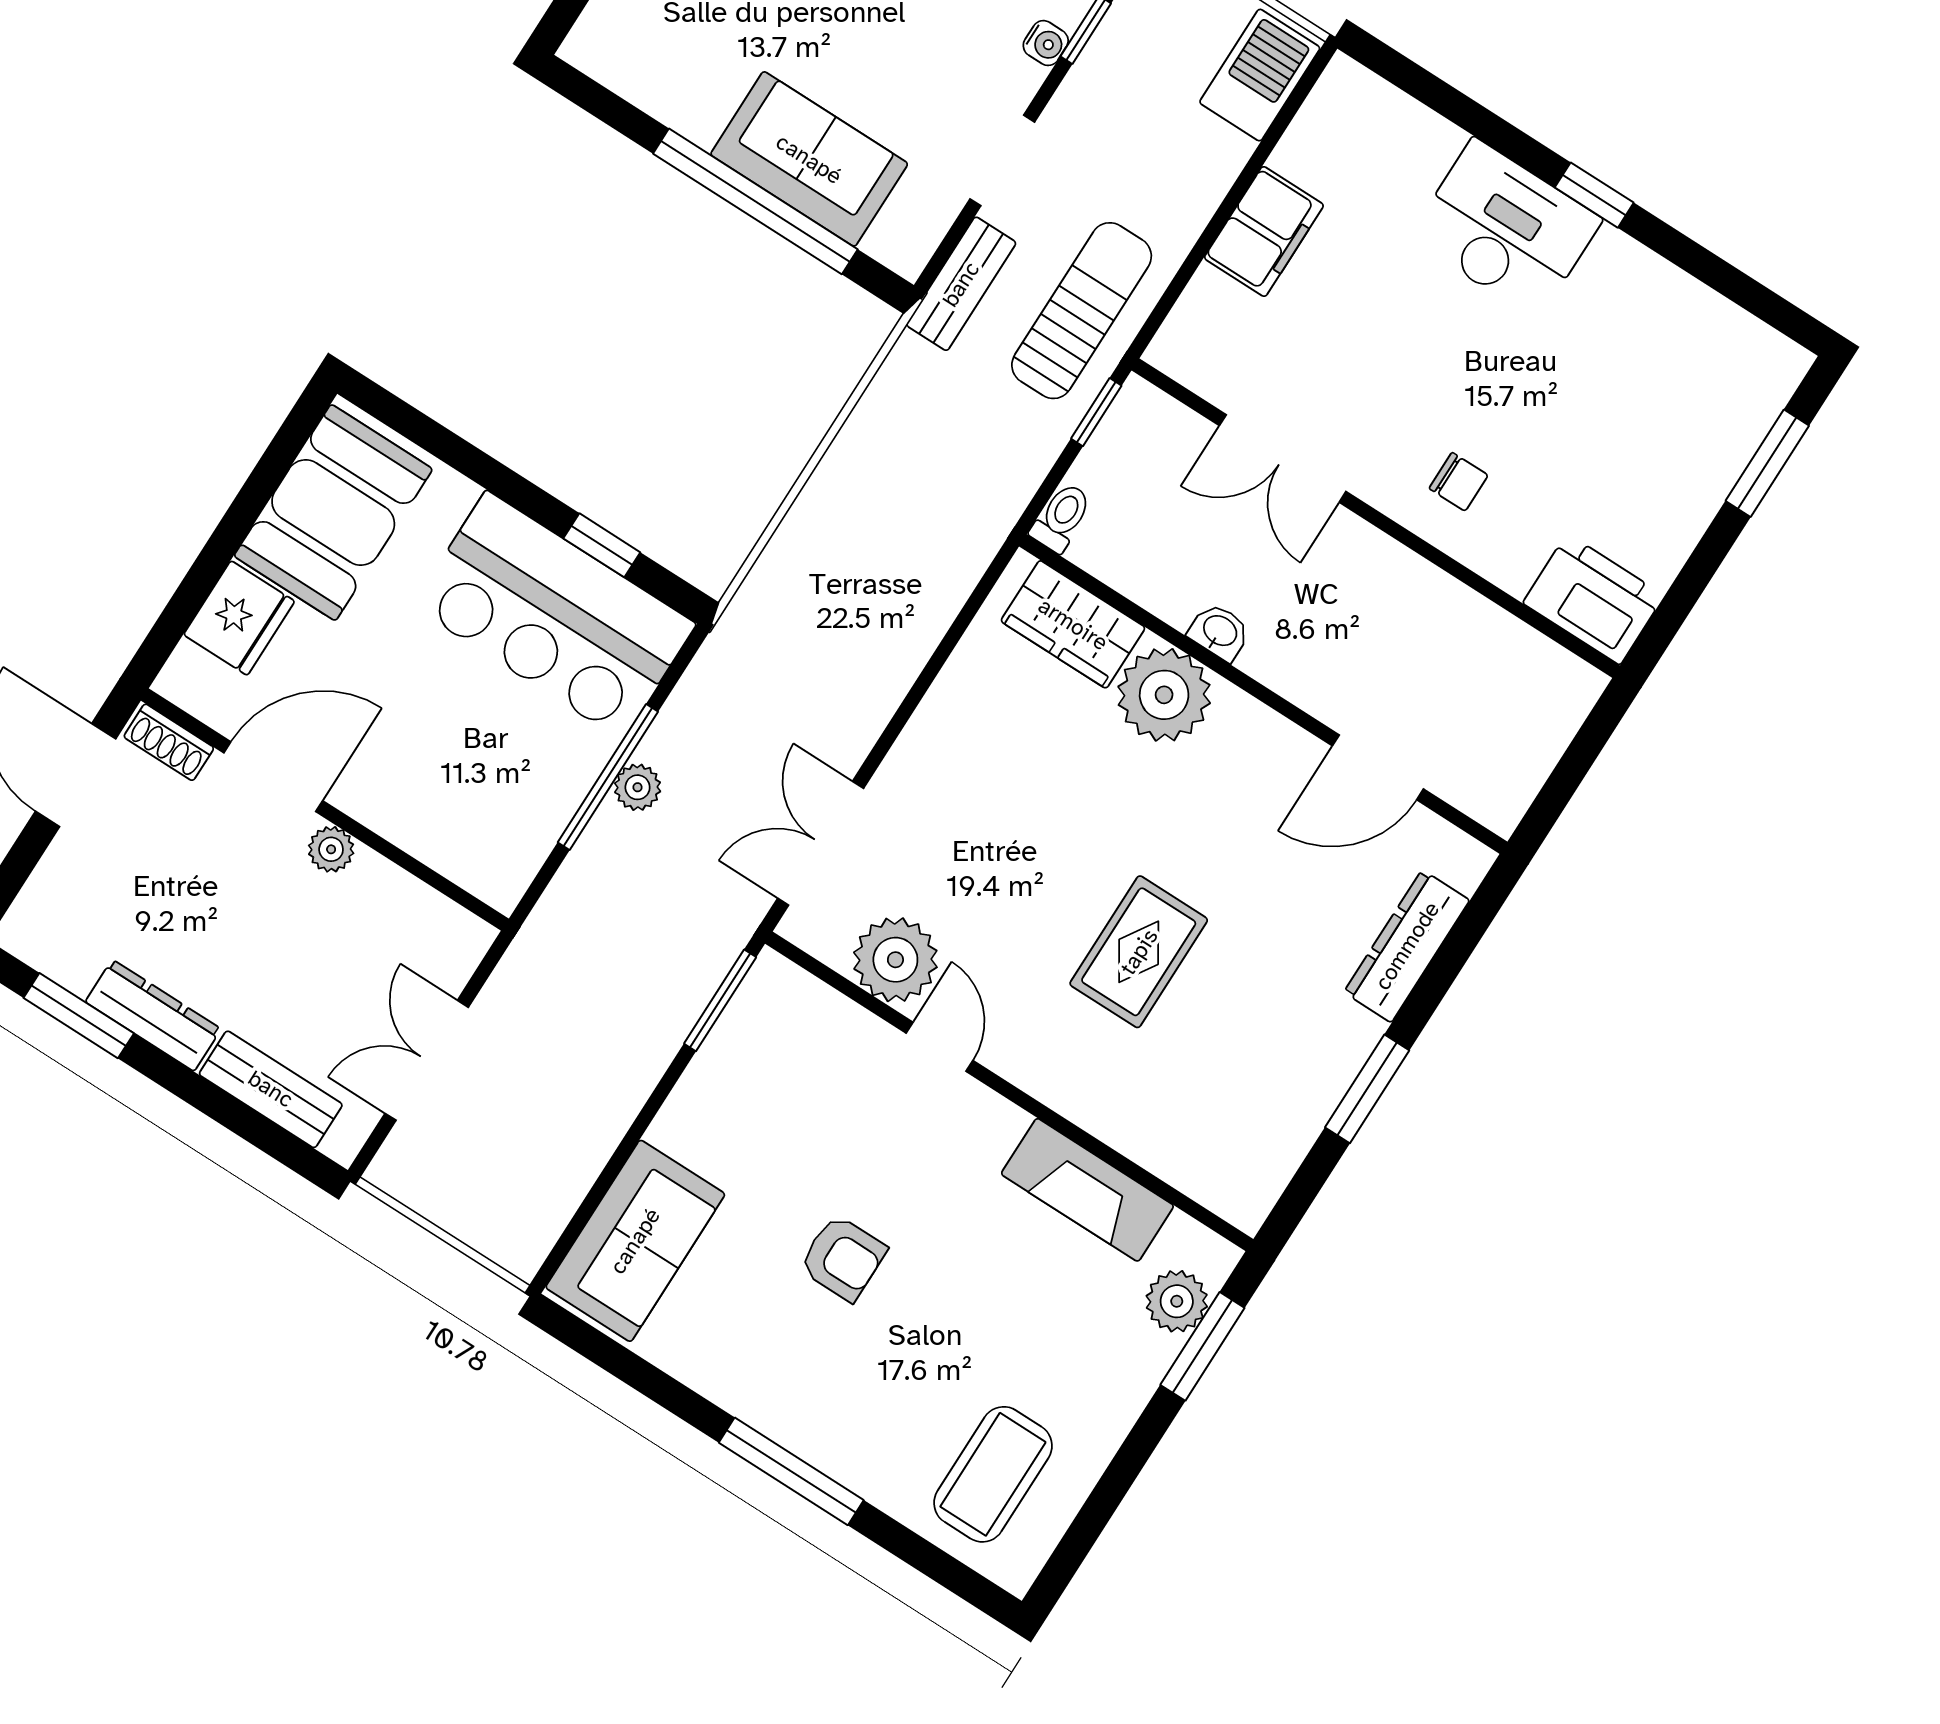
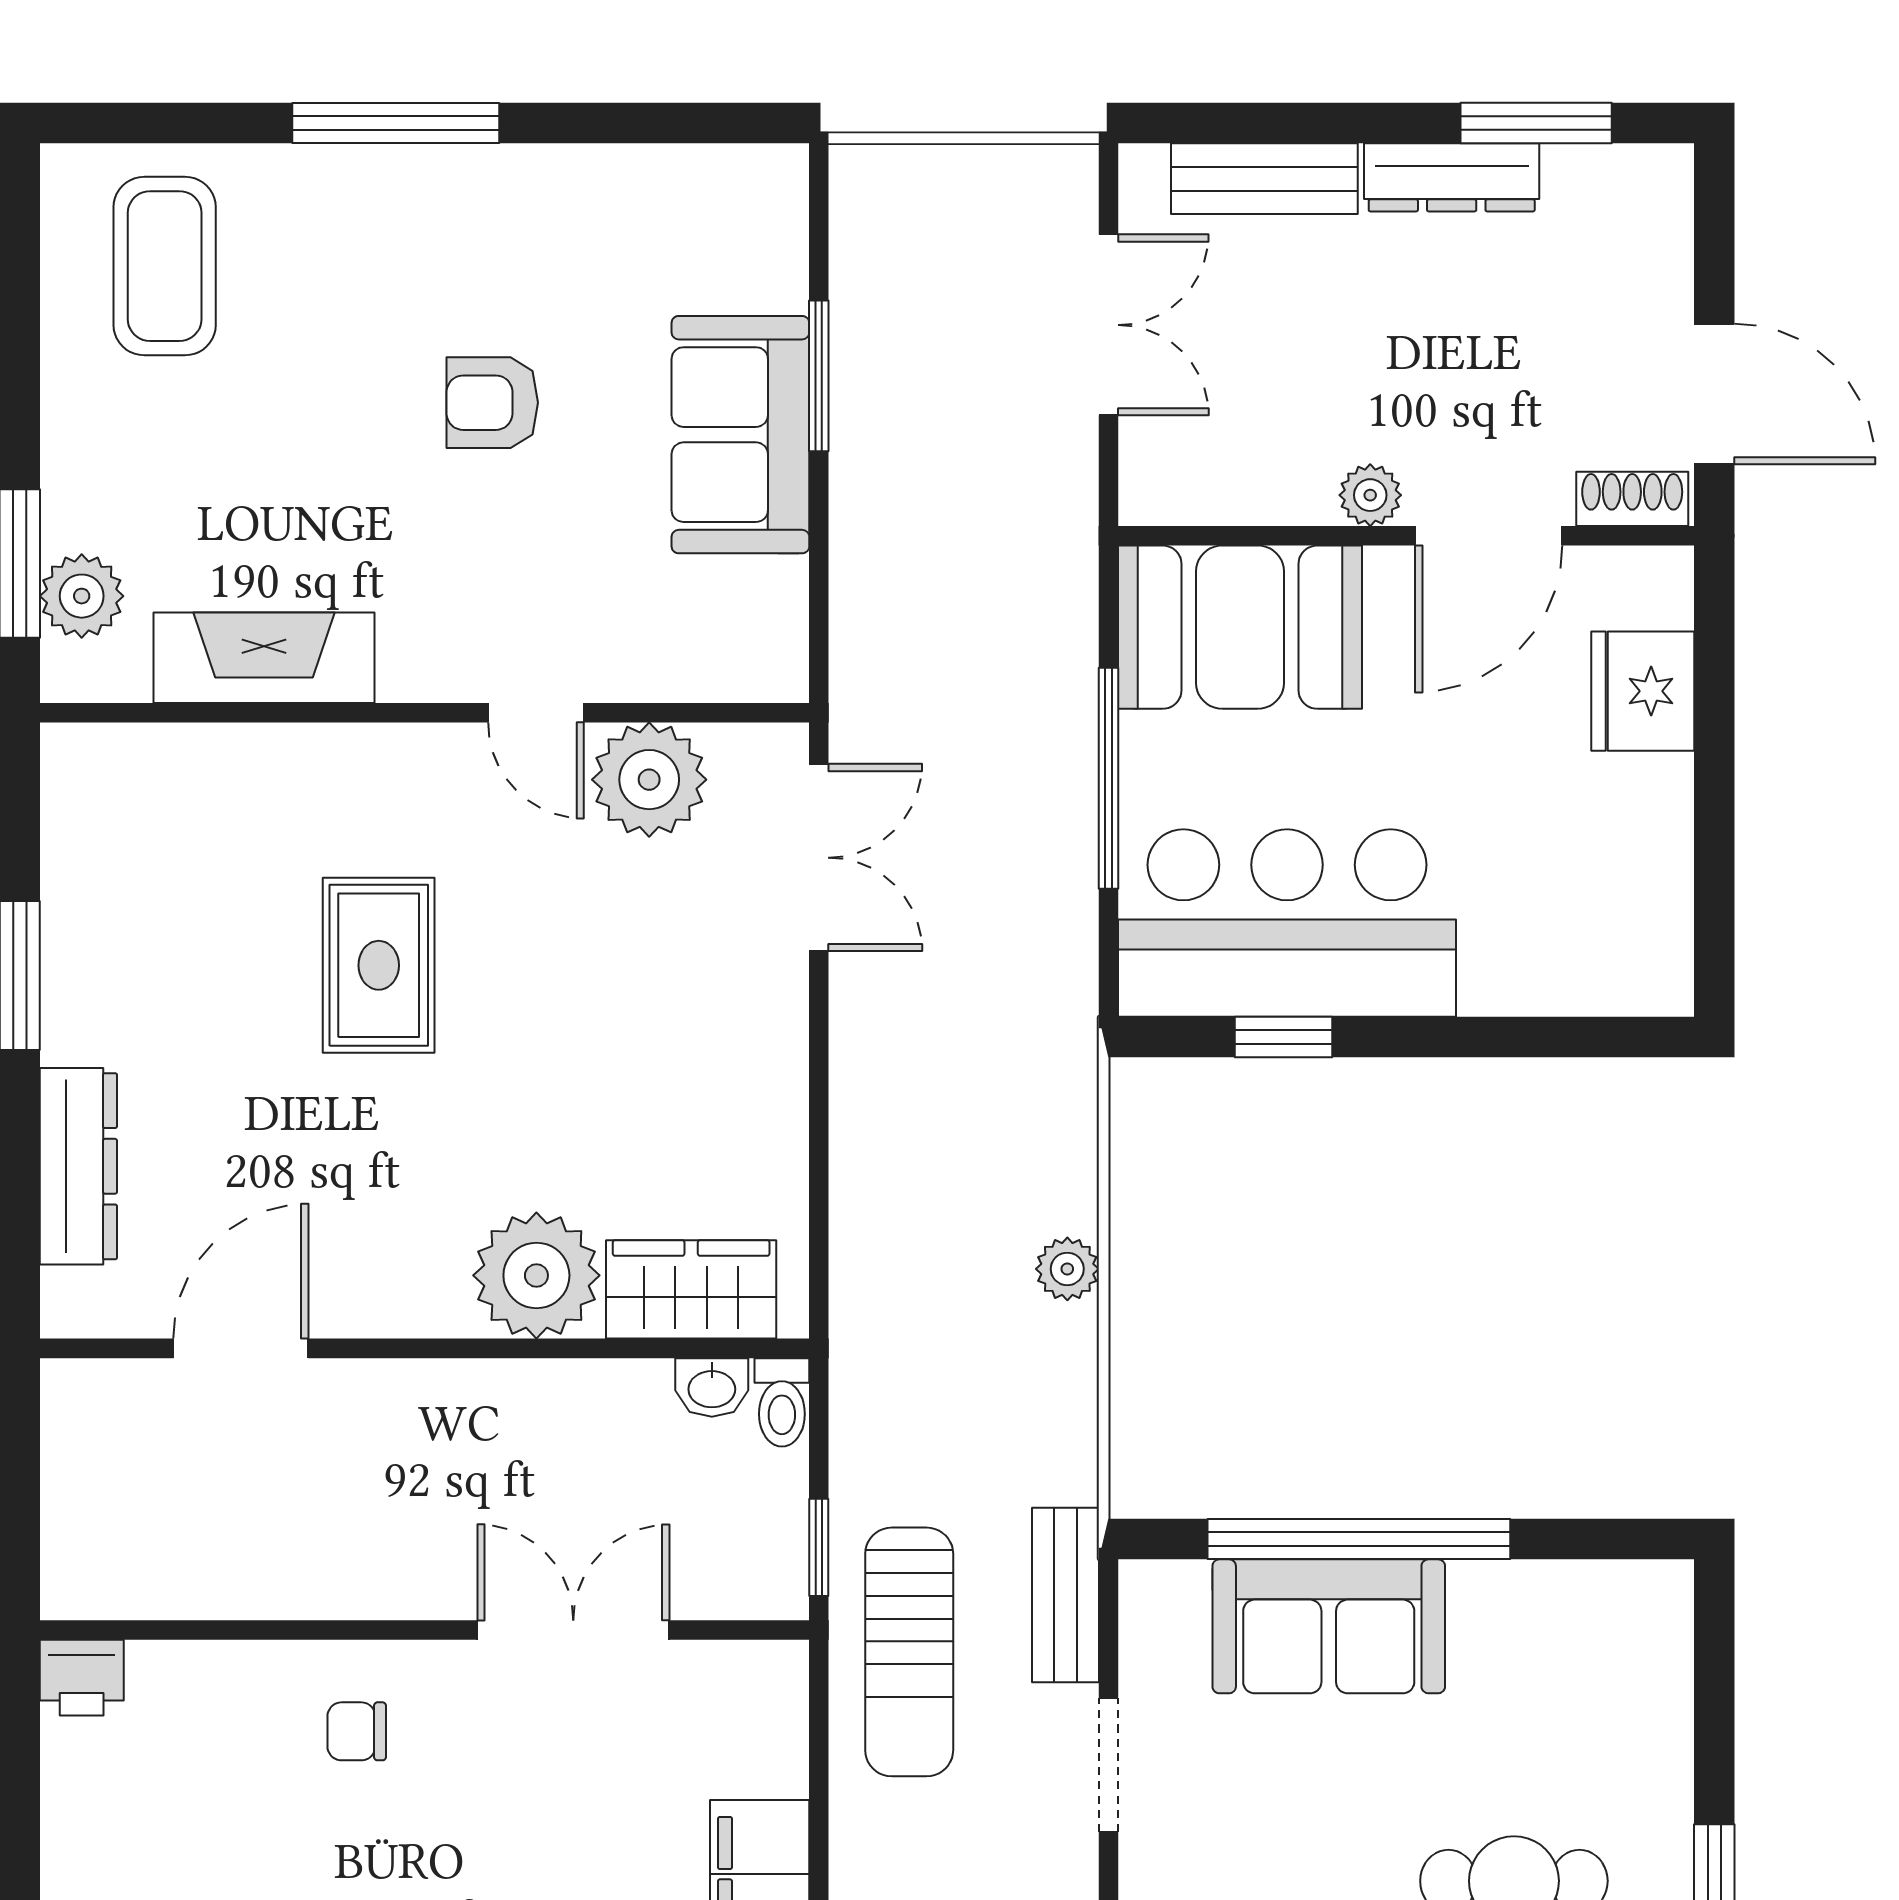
booth: (333, 513) -> (1240, 627), moved, turned 90
printer: (1594, 599) -> (82, 1678), width x0.53, depth x0.68
washbasin: (1219, 632) -> (712, 1387), moved
plant: (638, 787) -> (1067, 1269), moved
window: (720, 1000) -> (819, 376), moved
sofa: (635, 1241) -> (740, 435), moved

